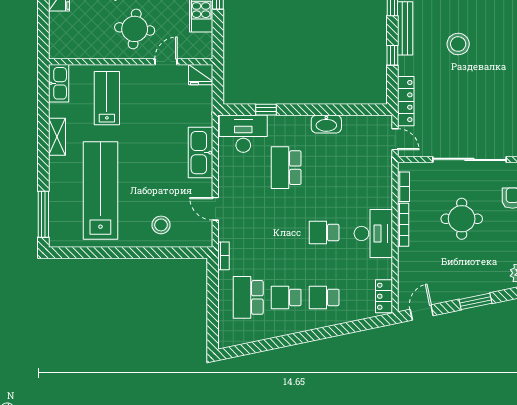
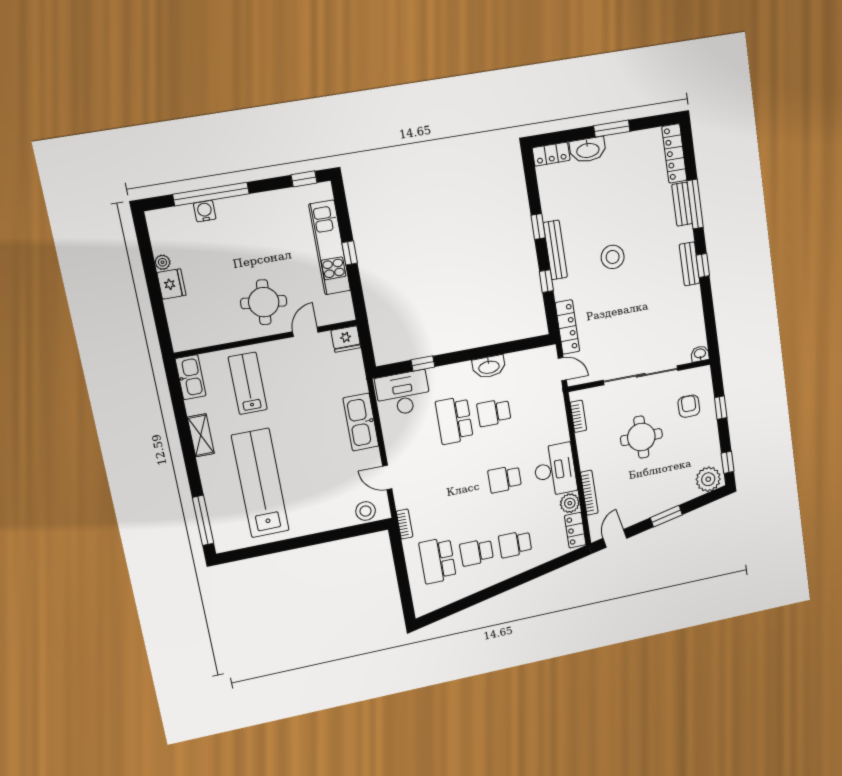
school desk: (324, 168) -> (494, 413), added
stool: (161, 225) -> (366, 511), moved
bookcase: (403, 225) -> (589, 493), moved
plant: (383, 269) -> (570, 503), added

